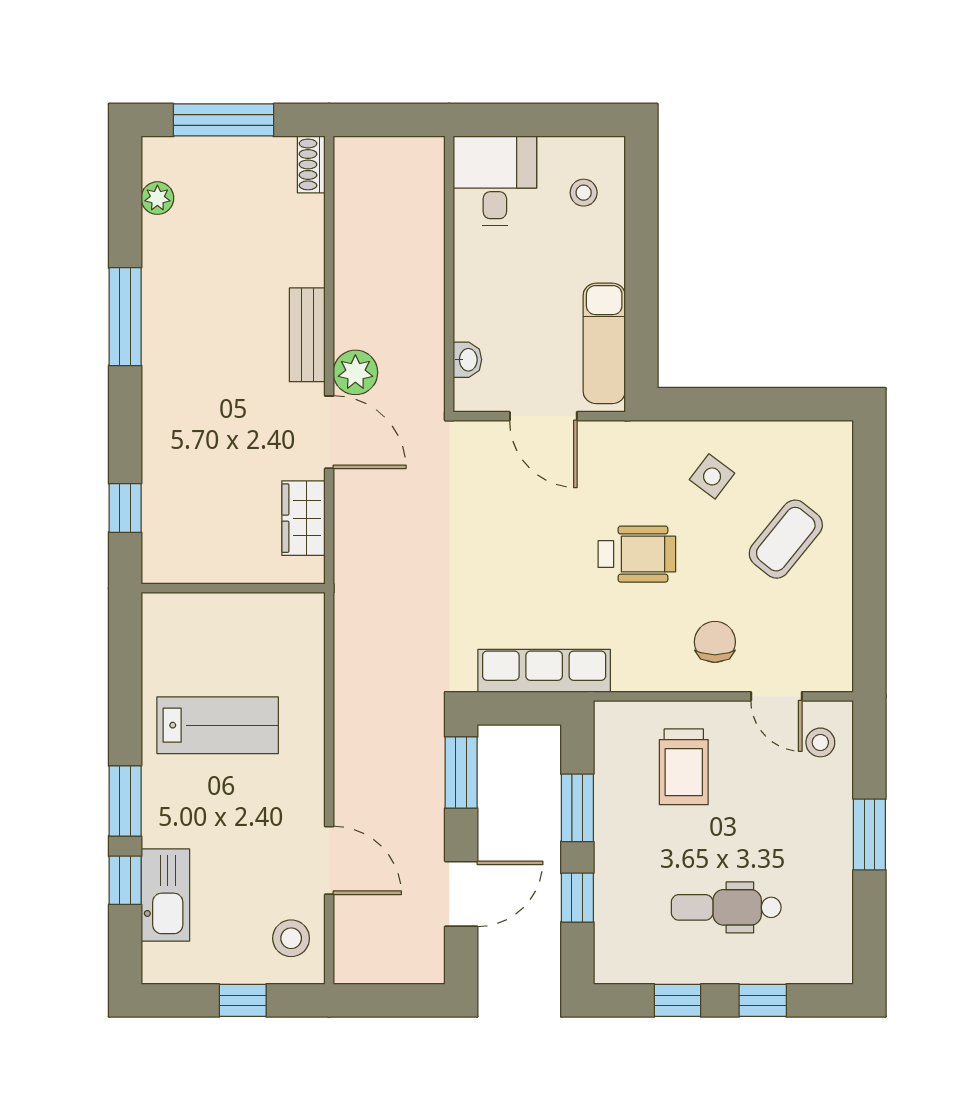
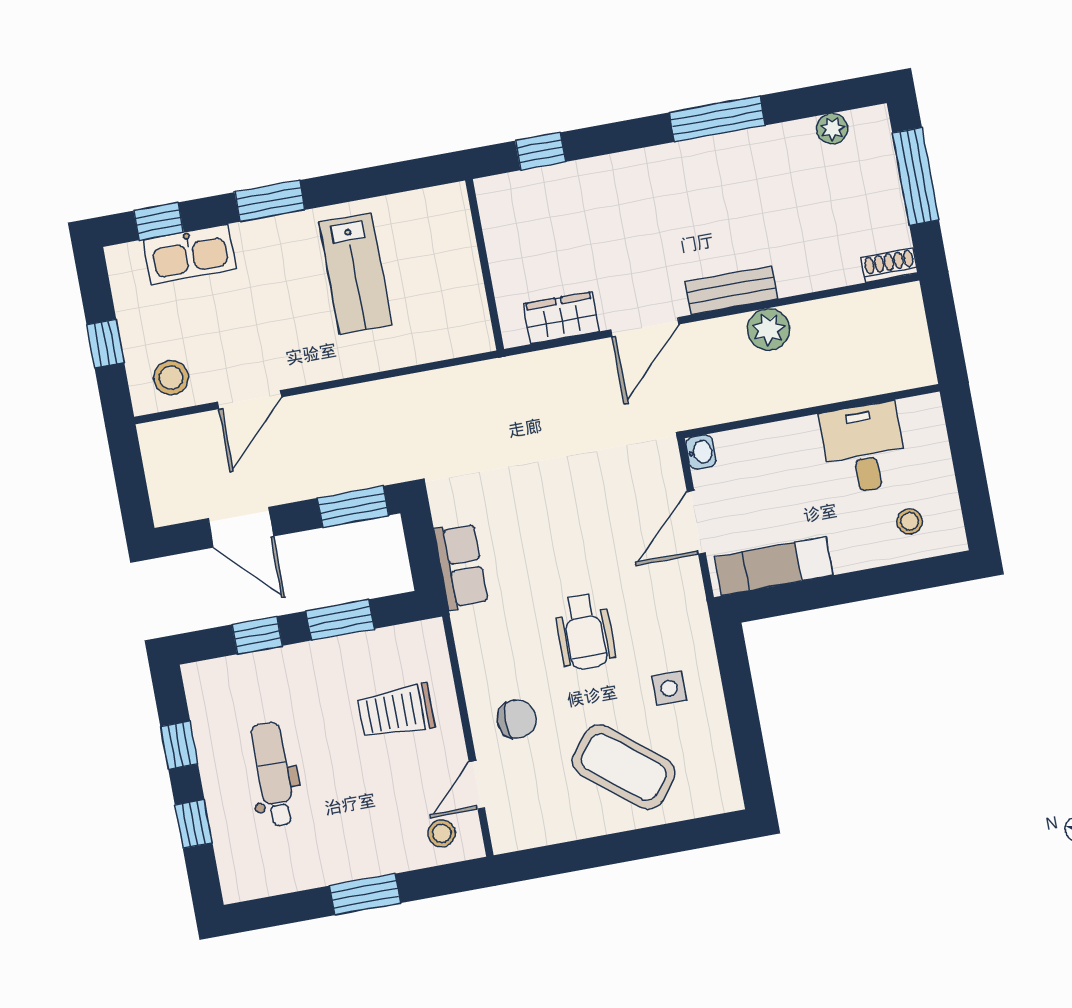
desk: (495, 181) -> (864, 448), moved, turned -90
washbasin: (467, 360) -> (701, 452), moved, turned -90
plant: (355, 372) -> (769, 329), moved
side table: (712, 476) -> (669, 688), turned -37
coffee table: (786, 539) -> (624, 767), width x1.36, depth x1.32
row of seats: (544, 671) -> (461, 566), width x0.68
window: (125, 880) -> (159, 221), moved

